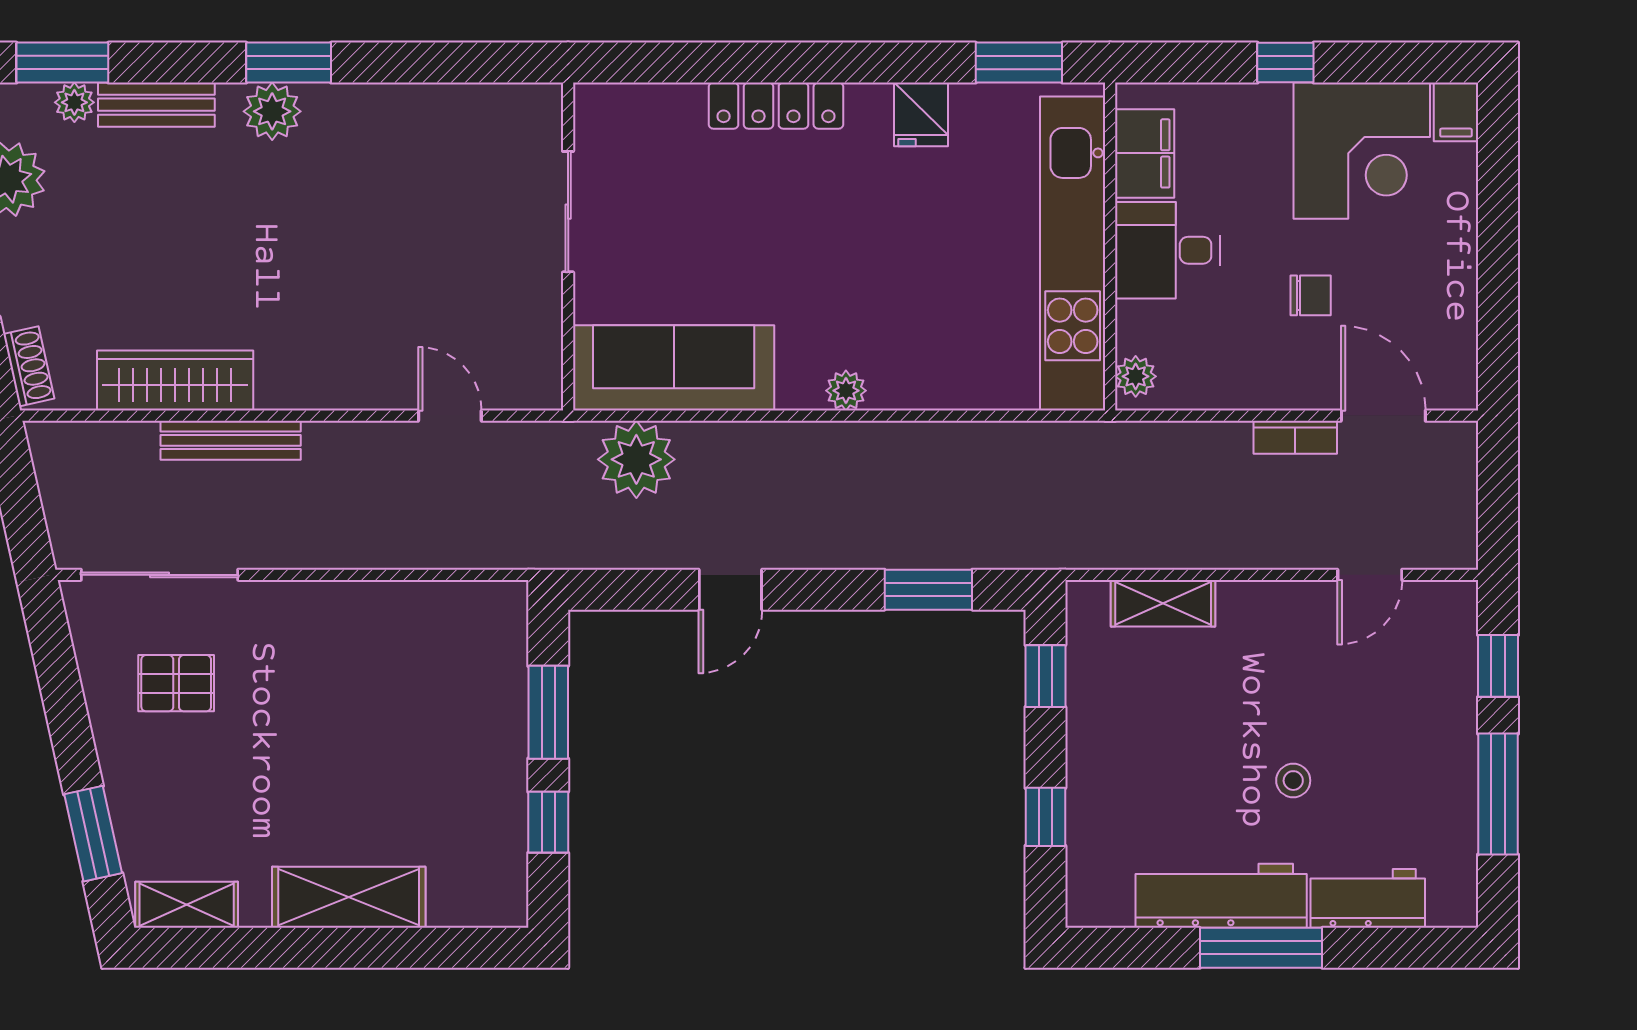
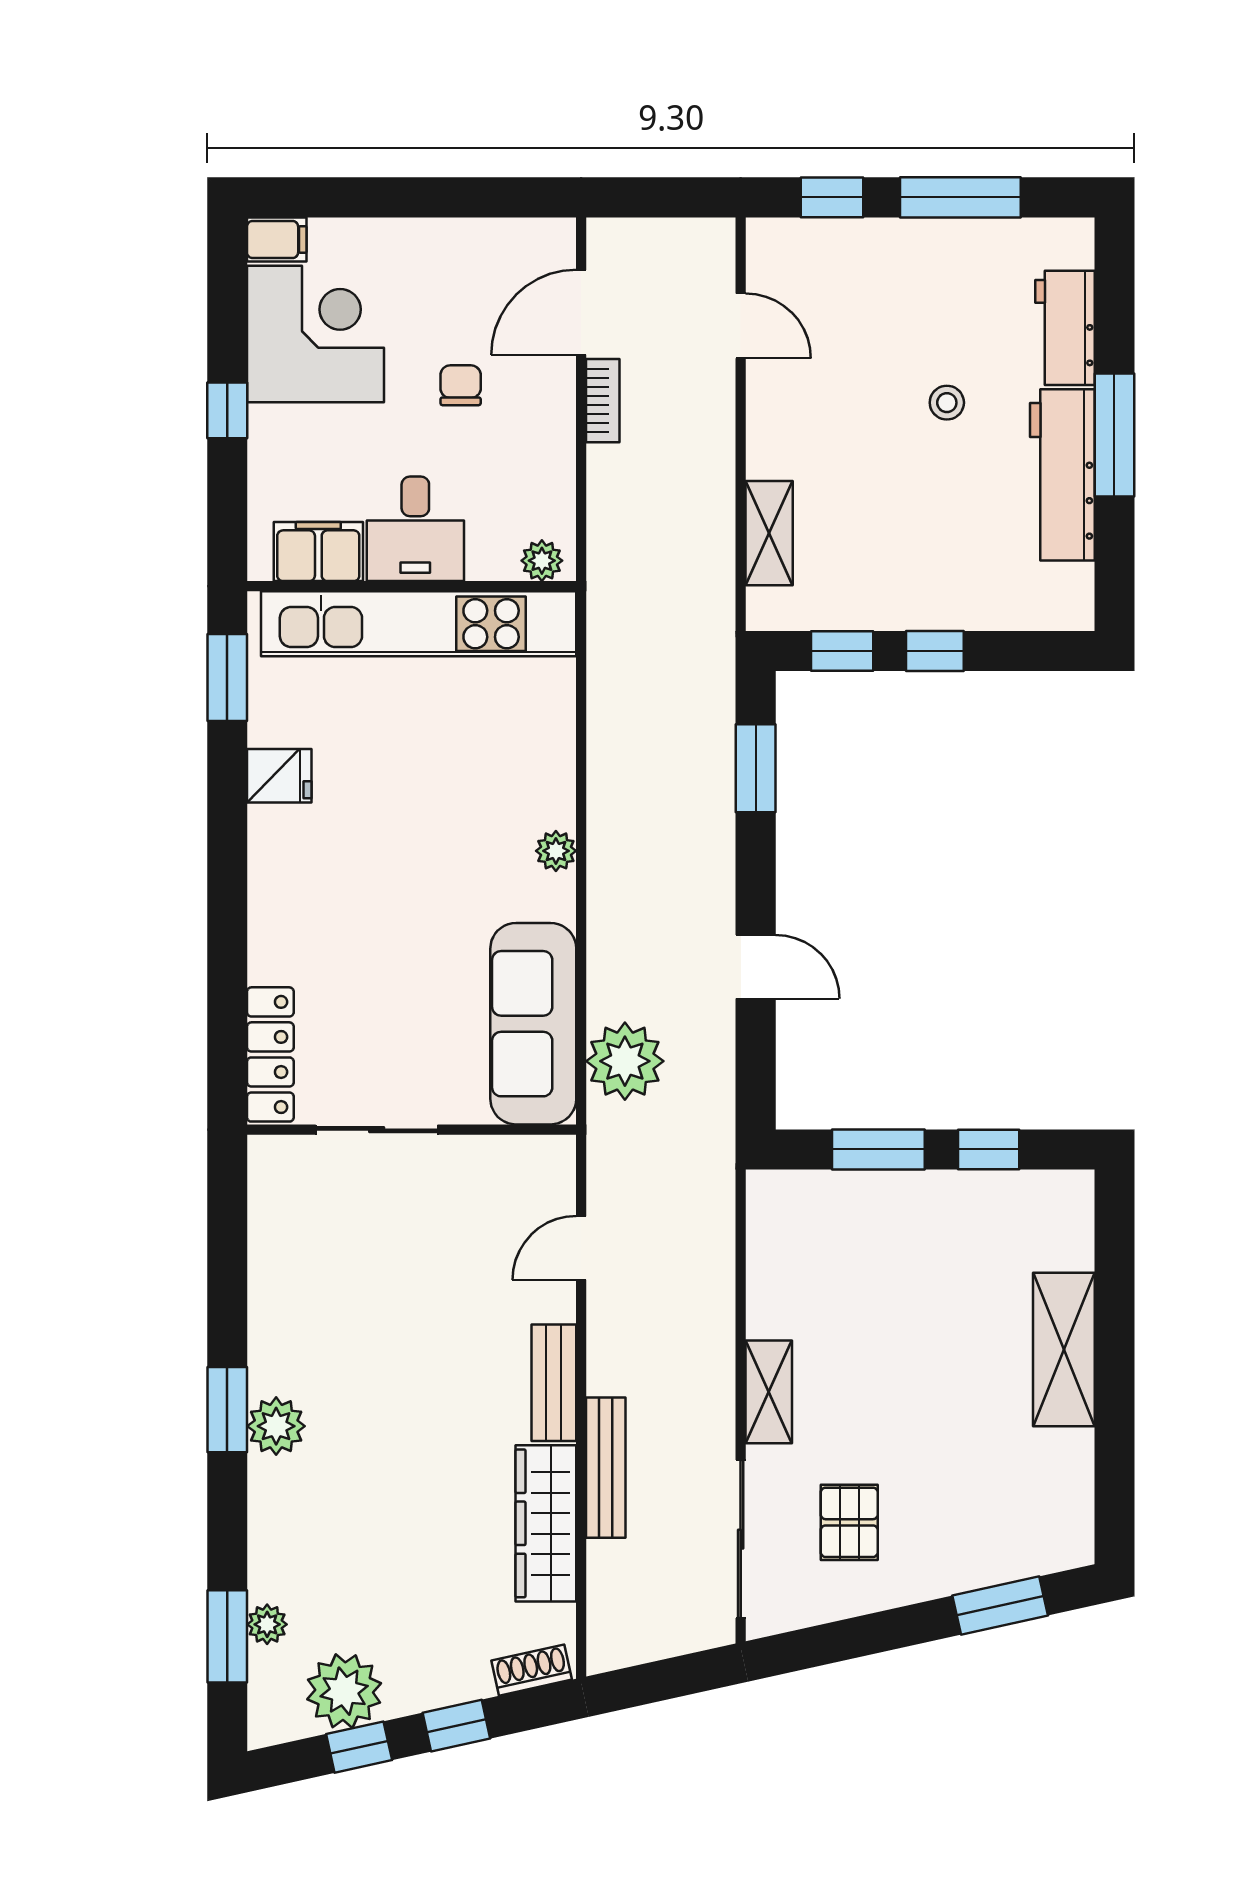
bench: (156, 105) -> (554, 1383), moved
locker: (776, 106) -> (270, 1054), moved
window: (1045, 817) -> (935, 651), moved
shelving: (187, 905) -> (769, 1392), moved

